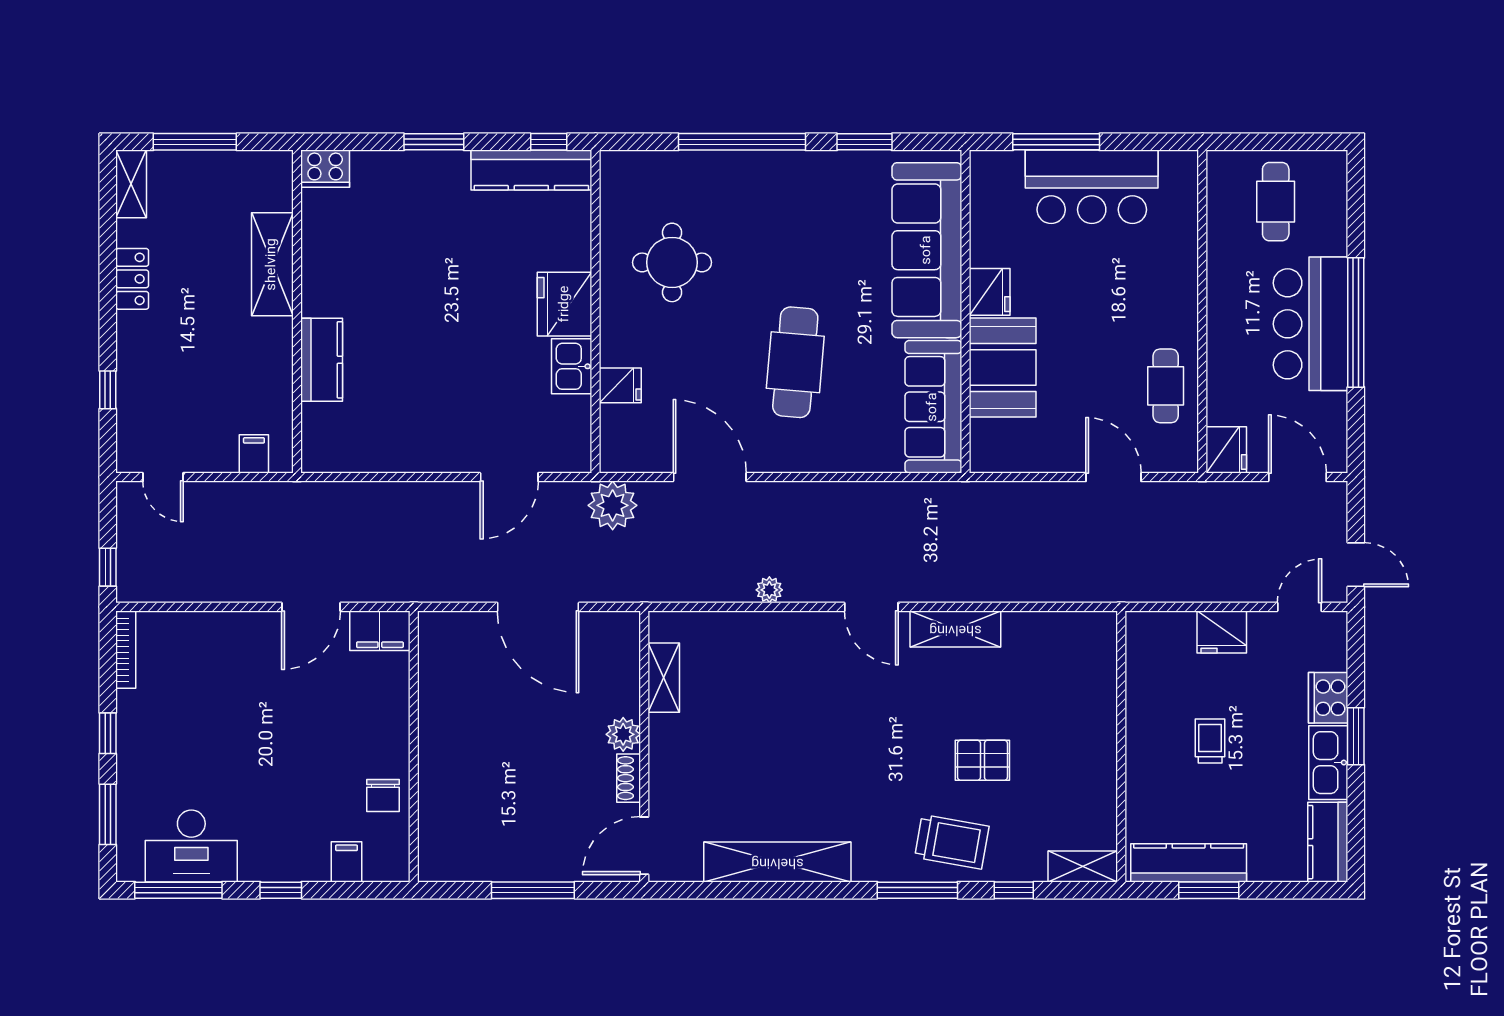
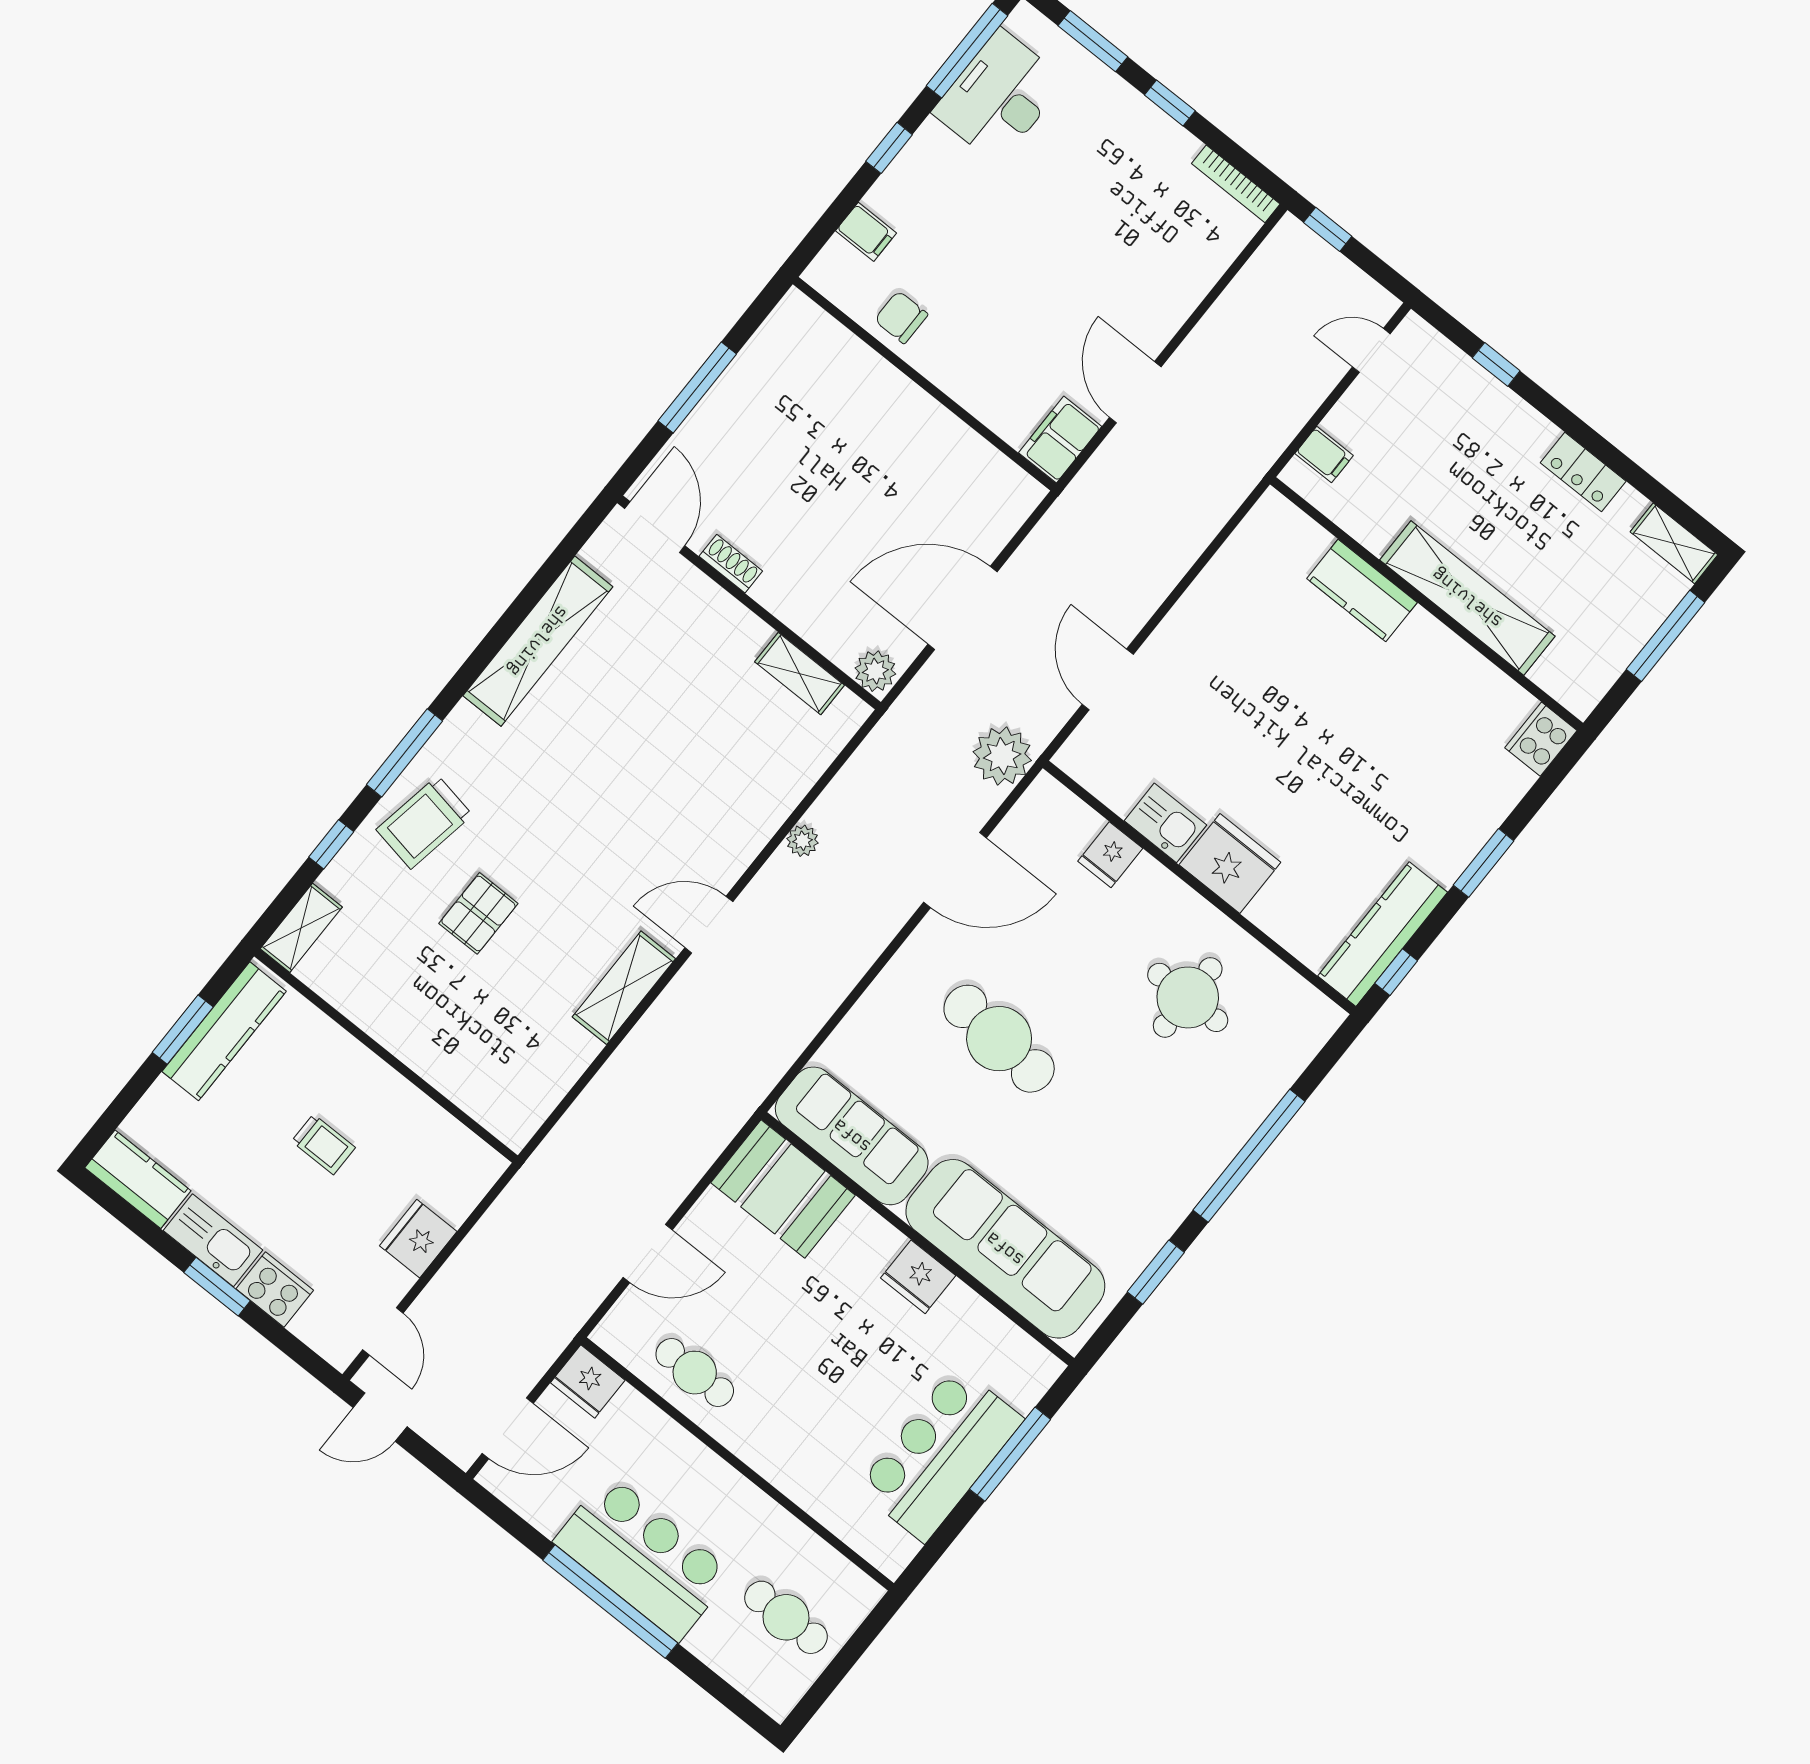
shelving: (272, 264) -> (1467, 598), width x1.47
booth: (1003, 367) -> (783, 1189), moved
plant: (623, 734) -> (875, 671), moved

